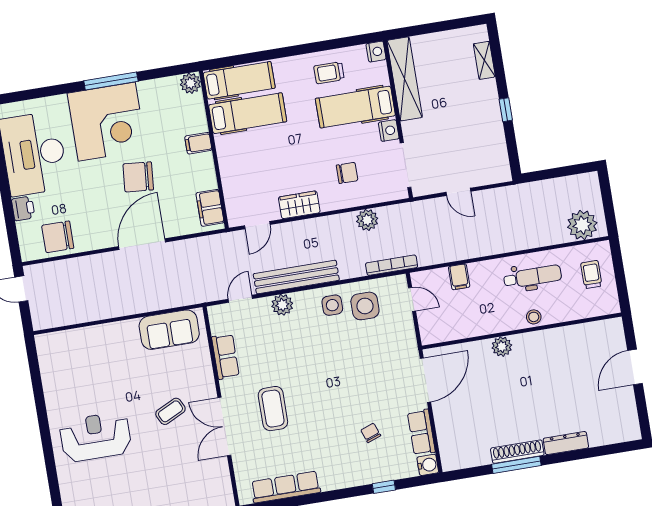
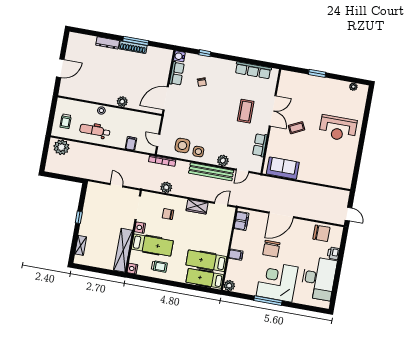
chair: (138, 177) -> (271, 249), turned 85

